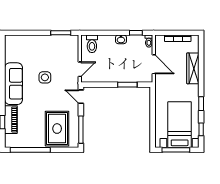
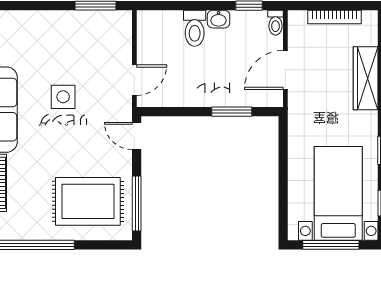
toilet: (92, 44) -> (195, 28), moved
door: (154, 64) -> (285, 70), swing flipped
rug: (57, 129) -> (88, 201), turned 90

